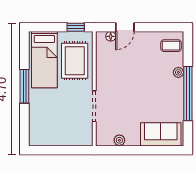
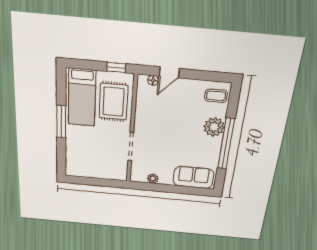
plant: (178, 72) -> (214, 127), width x1.88, depth x1.88

